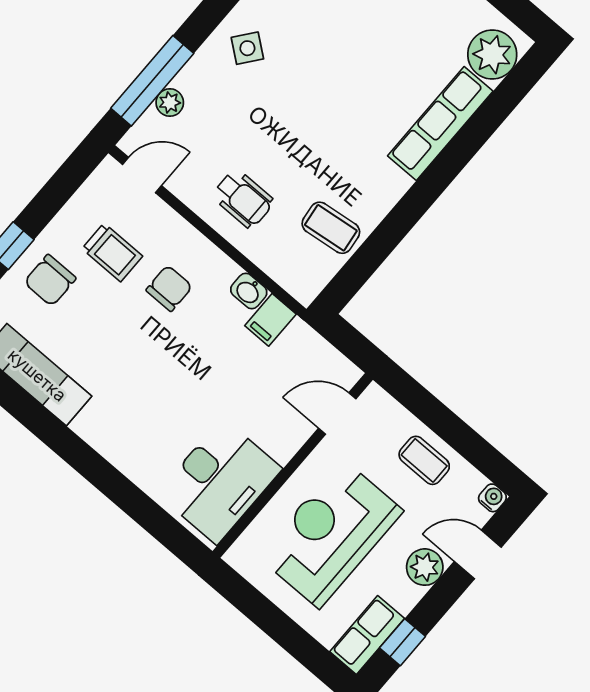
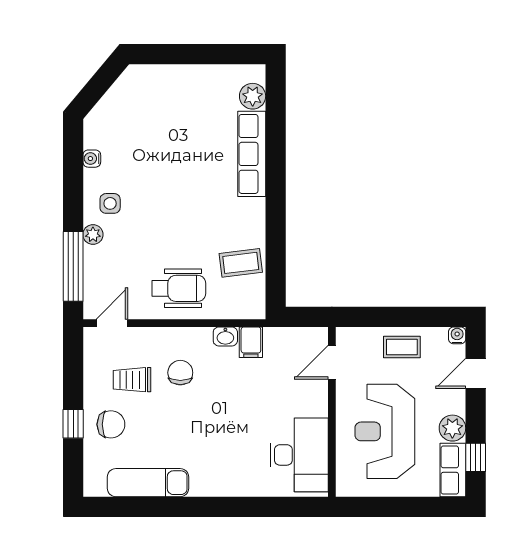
side table: (247, 48) -> (110, 203), turned -38
plant: (492, 55) -> (253, 96), width x0.73, depth x0.73
plant: (170, 103) -> (93, 235), moved
wheelchair: (243, 199) -> (179, 288), width x1.36, depth x1.37
trolley: (112, 252) -> (132, 380), turned 180
chair: (50, 280) -> (111, 424), turned -90
plant: (425, 567) -> (452, 428), moved

